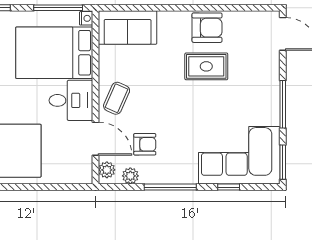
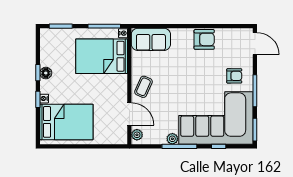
rug: (206, 66) -> (204, 65), removed
desk: (71, 100) -> (113, 88), removed
armchair: (145, 144) -> (234, 76), moved
corner sofa: (239, 155) -> (216, 118), width x1.36, depth x1.36
plant: (130, 176) -> (172, 139), moved

